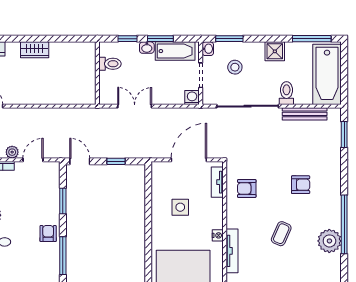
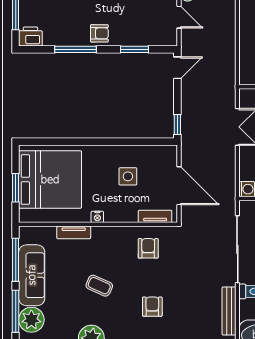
window: (116, 161) -> (177, 124), moved
armchair: (301, 185) -> (152, 307), turned 180
tv unit: (232, 251) -> (74, 232), width x0.71

